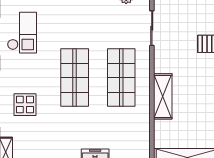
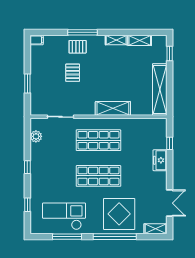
checkout: (22, 33) -> (64, 216), width x1.36, depth x1.21
display table: (25, 105) -> (119, 214), width x1.86, depth x1.86

